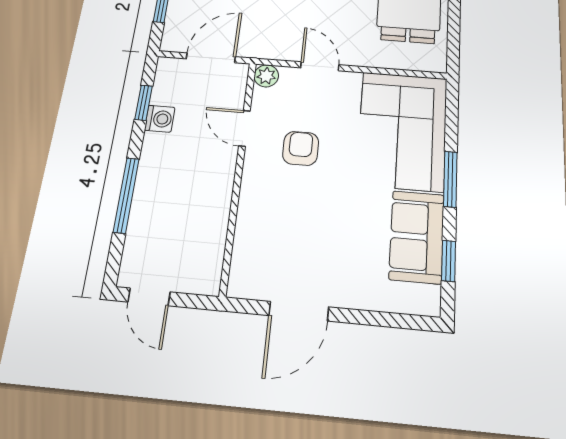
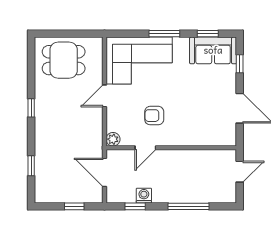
door: (320, 66) -> (104, 96), moved
sofa: (417, 237) -> (213, 50), moved
door: (149, 297) -> (240, 172), moved
window: (387, 320) -> (240, 64), added

